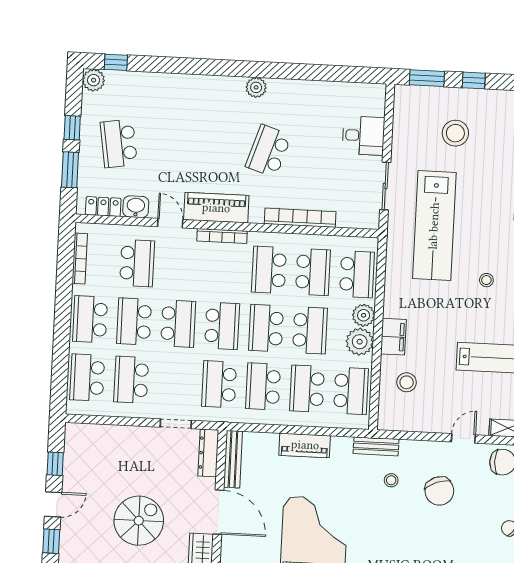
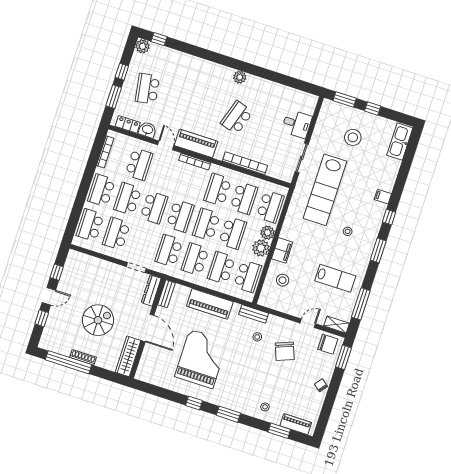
piano: (305, 445) -> (210, 304), width x1.37, depth x1.33
bench: (233, 459) -> (167, 294), width x0.73

